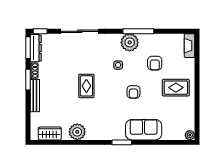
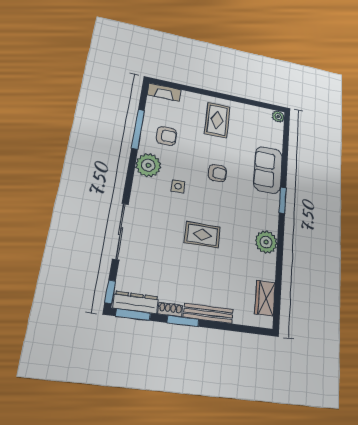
window: (138, 31) -> (138, 129), moved
armchair: (155, 63) -> (166, 136), moved
plant: (77, 132) -> (266, 242), moved

